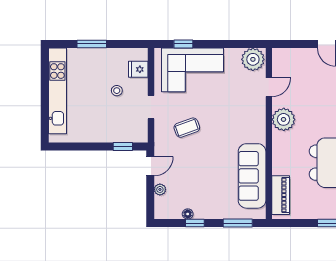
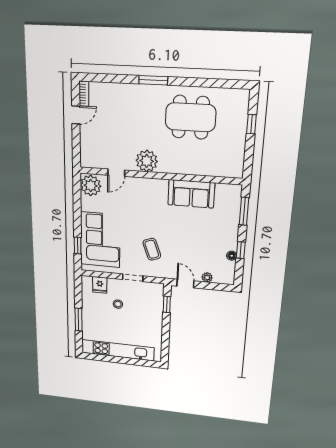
door: (269, 87) -> (116, 173), swing flipped
sofa: (252, 176) -> (191, 194), width x0.73
piano: (281, 195) -> (220, 169), removed

